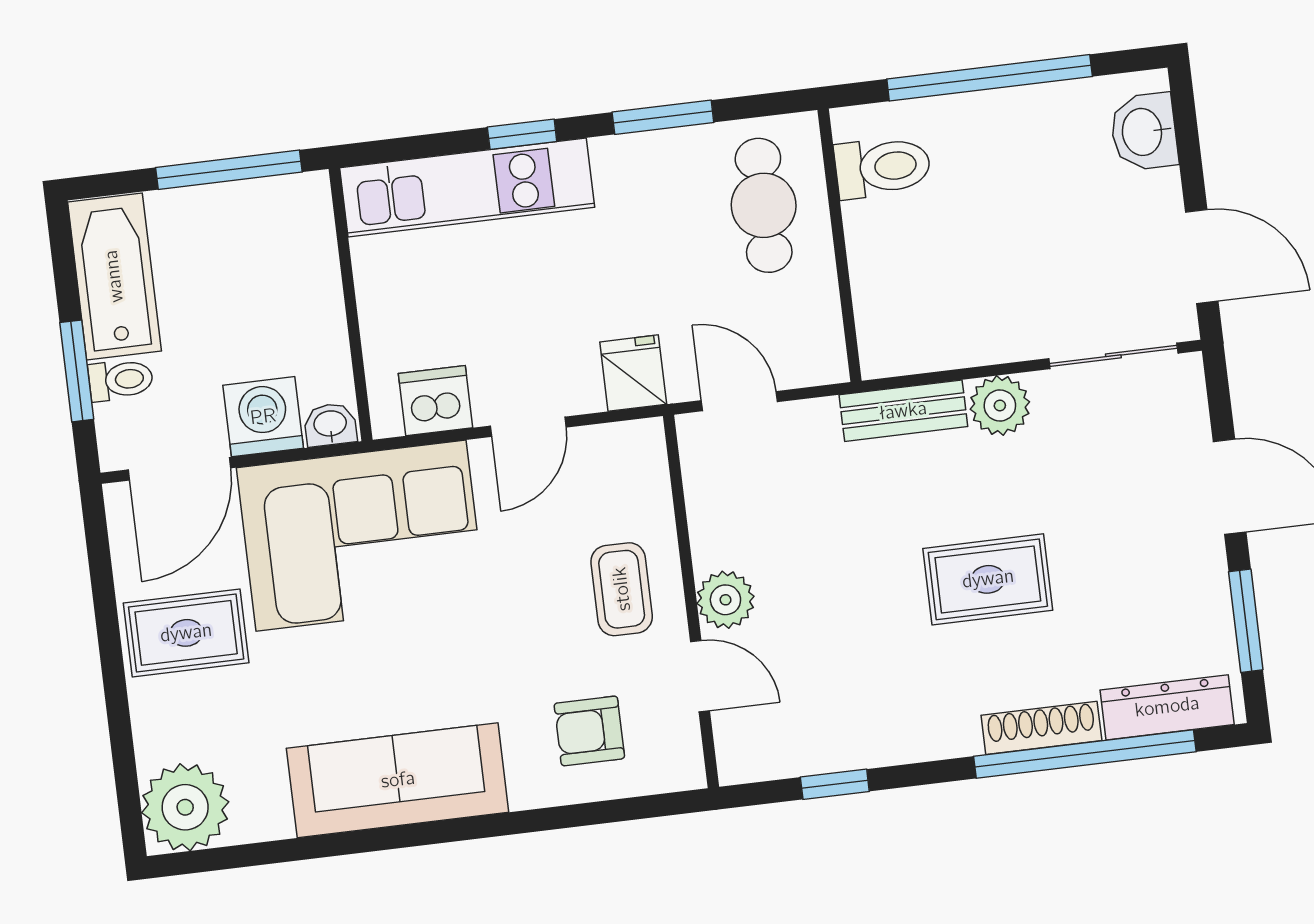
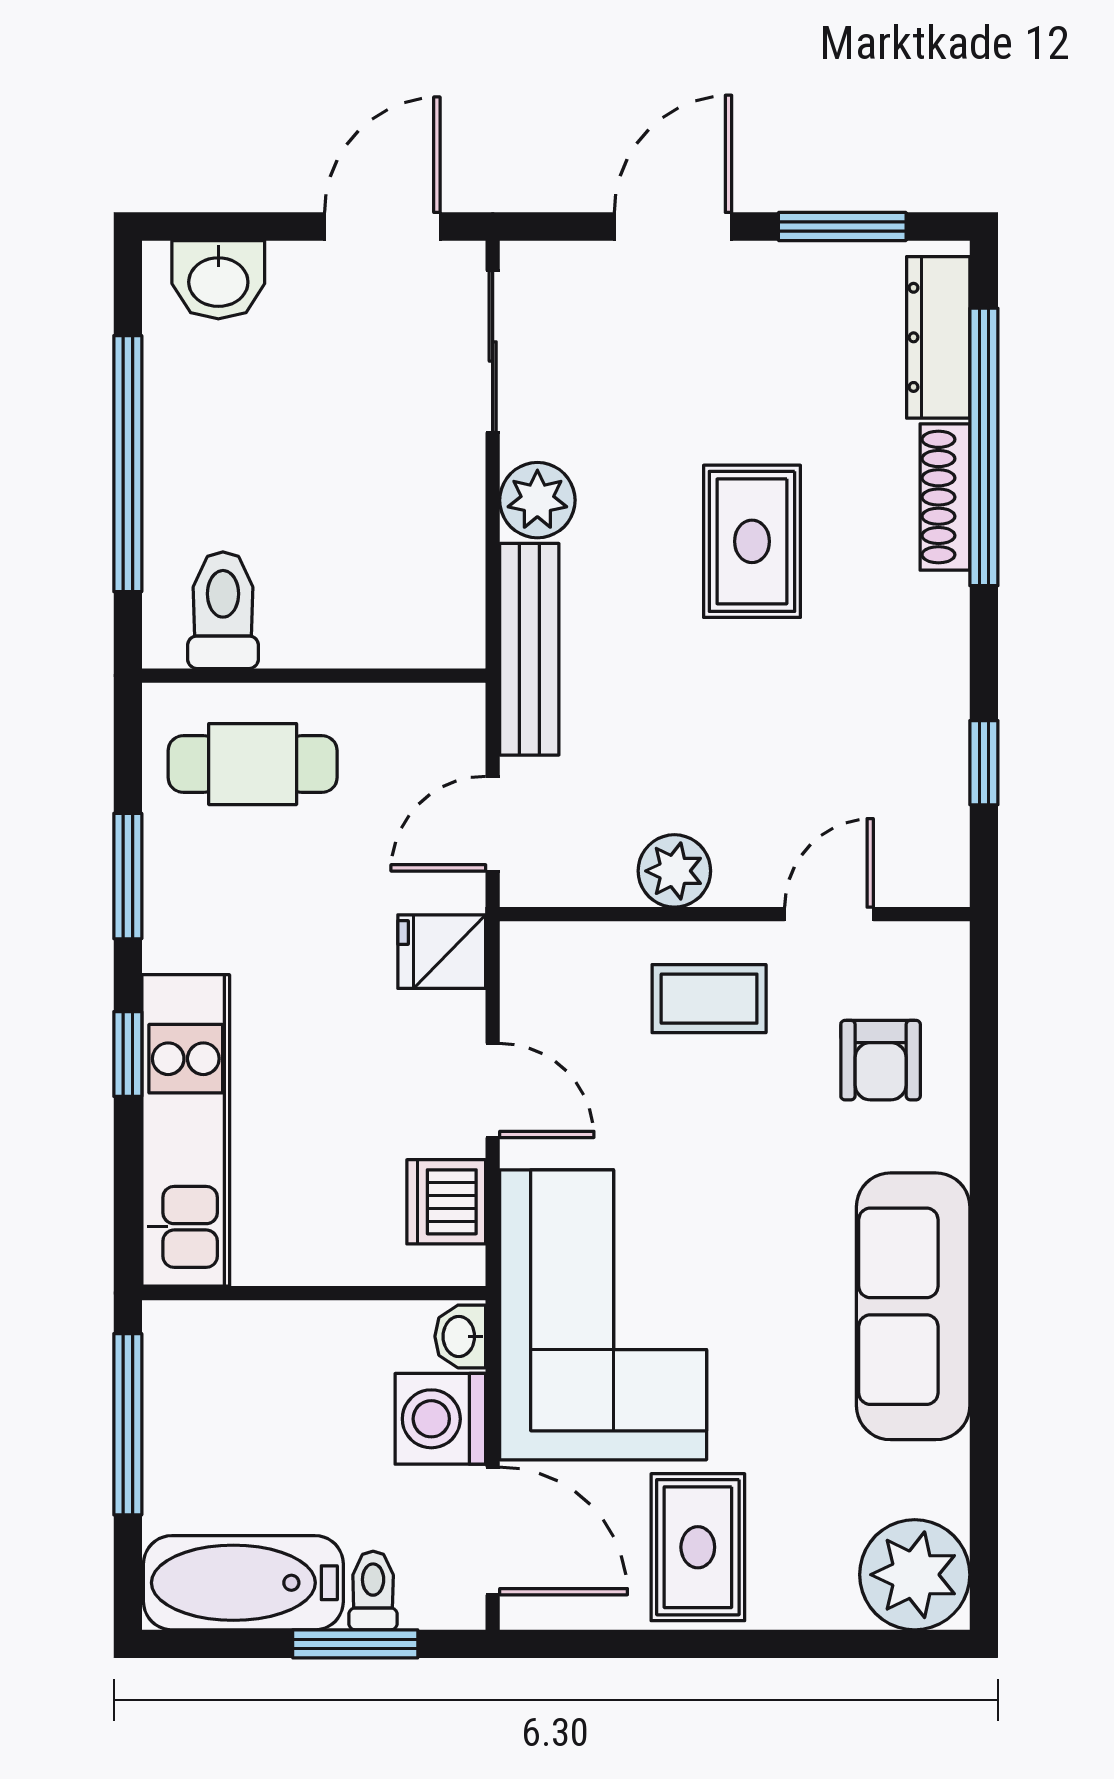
bench: (903, 411) -> (529, 649), width x1.36
plant: (725, 600) -> (674, 871), moved

